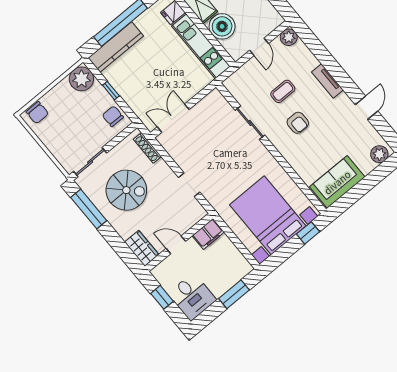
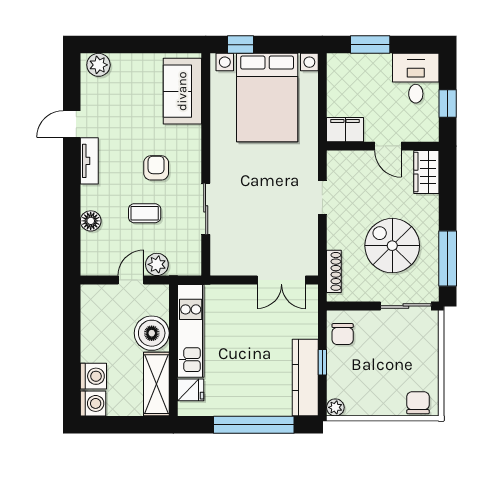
plant: (289, 37) -> (157, 264), moved
kitchen counter: (116, 47) -> (305, 378), moved, turned -90
floor lamp: (310, 62) -> (91, 221), added
plant: (81, 79) -> (335, 407), width x0.53, depth x0.53
tv unit: (327, 81) -> (89, 161), moved
sofa: (337, 182) -> (182, 91), moved, turned 90

